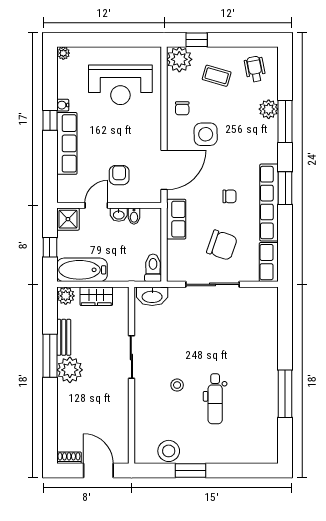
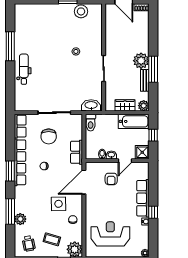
chair: (222, 245) -> (49, 136), turned -109
dental chair: (215, 399) -> (24, 69), moved

